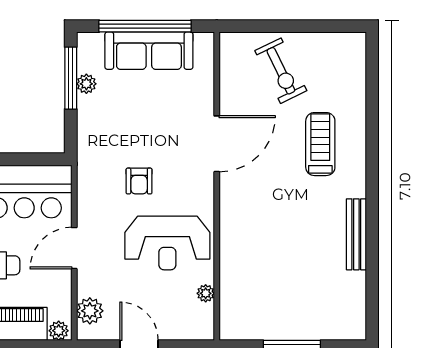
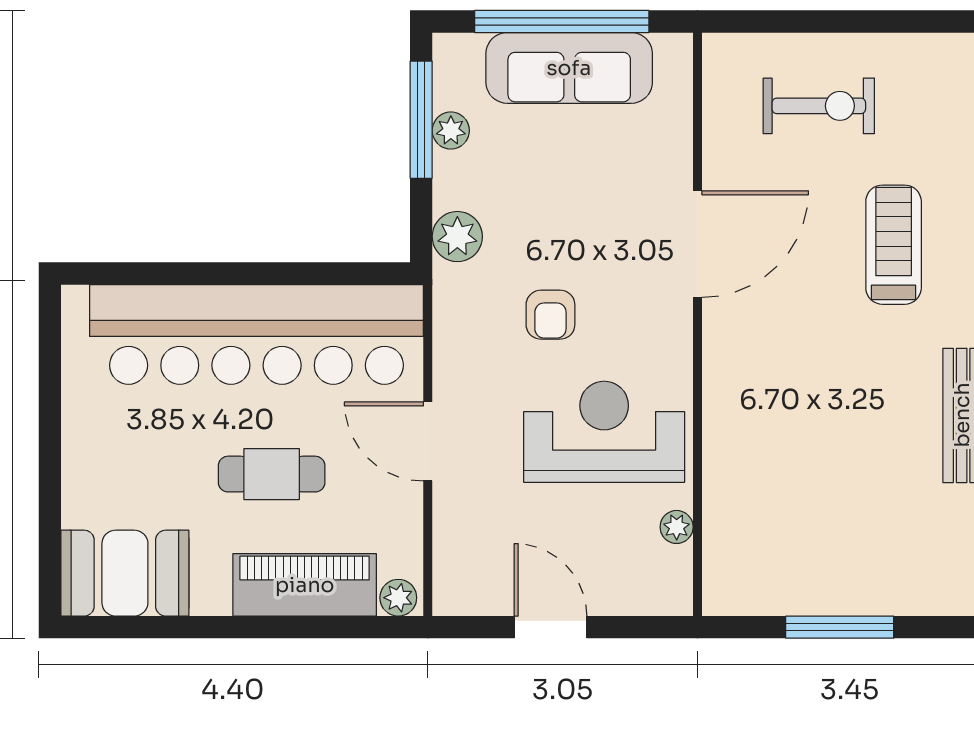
exercise bike: (281, 71) -> (819, 106), turned -64
reception desk: (167, 243) -> (604, 432), turned 180
door: (74, 248) -> (428, 441), hinge flipped
plant: (90, 311) -> (457, 237), moved

